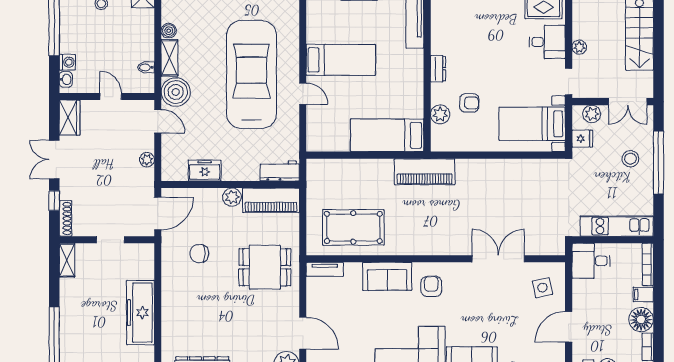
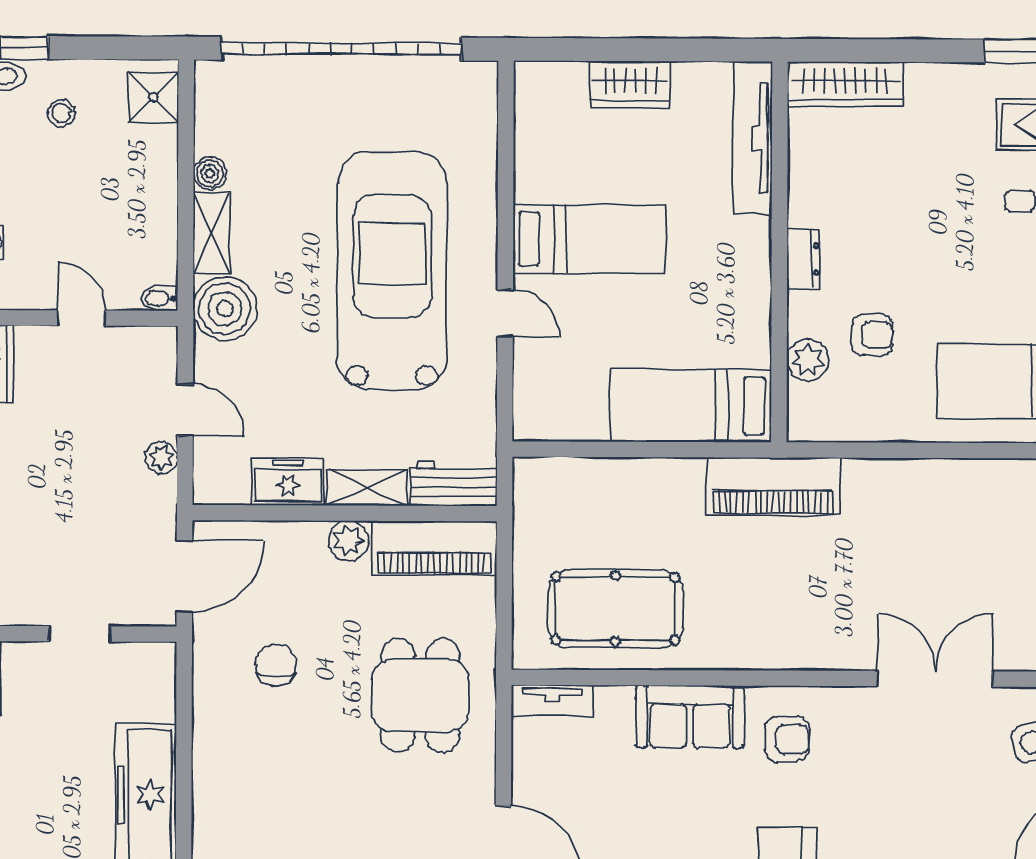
bidet: (146, 67) -> (160, 298), moved
door: (158, 121) -> (185, 410), moved
shelving: (241, 173) -> (367, 487), added
chair: (199, 254) -> (276, 665), turned 90
dining table: (265, 267) -> (420, 695), turned 90
armchair: (431, 286) -> (787, 739), turned 90

